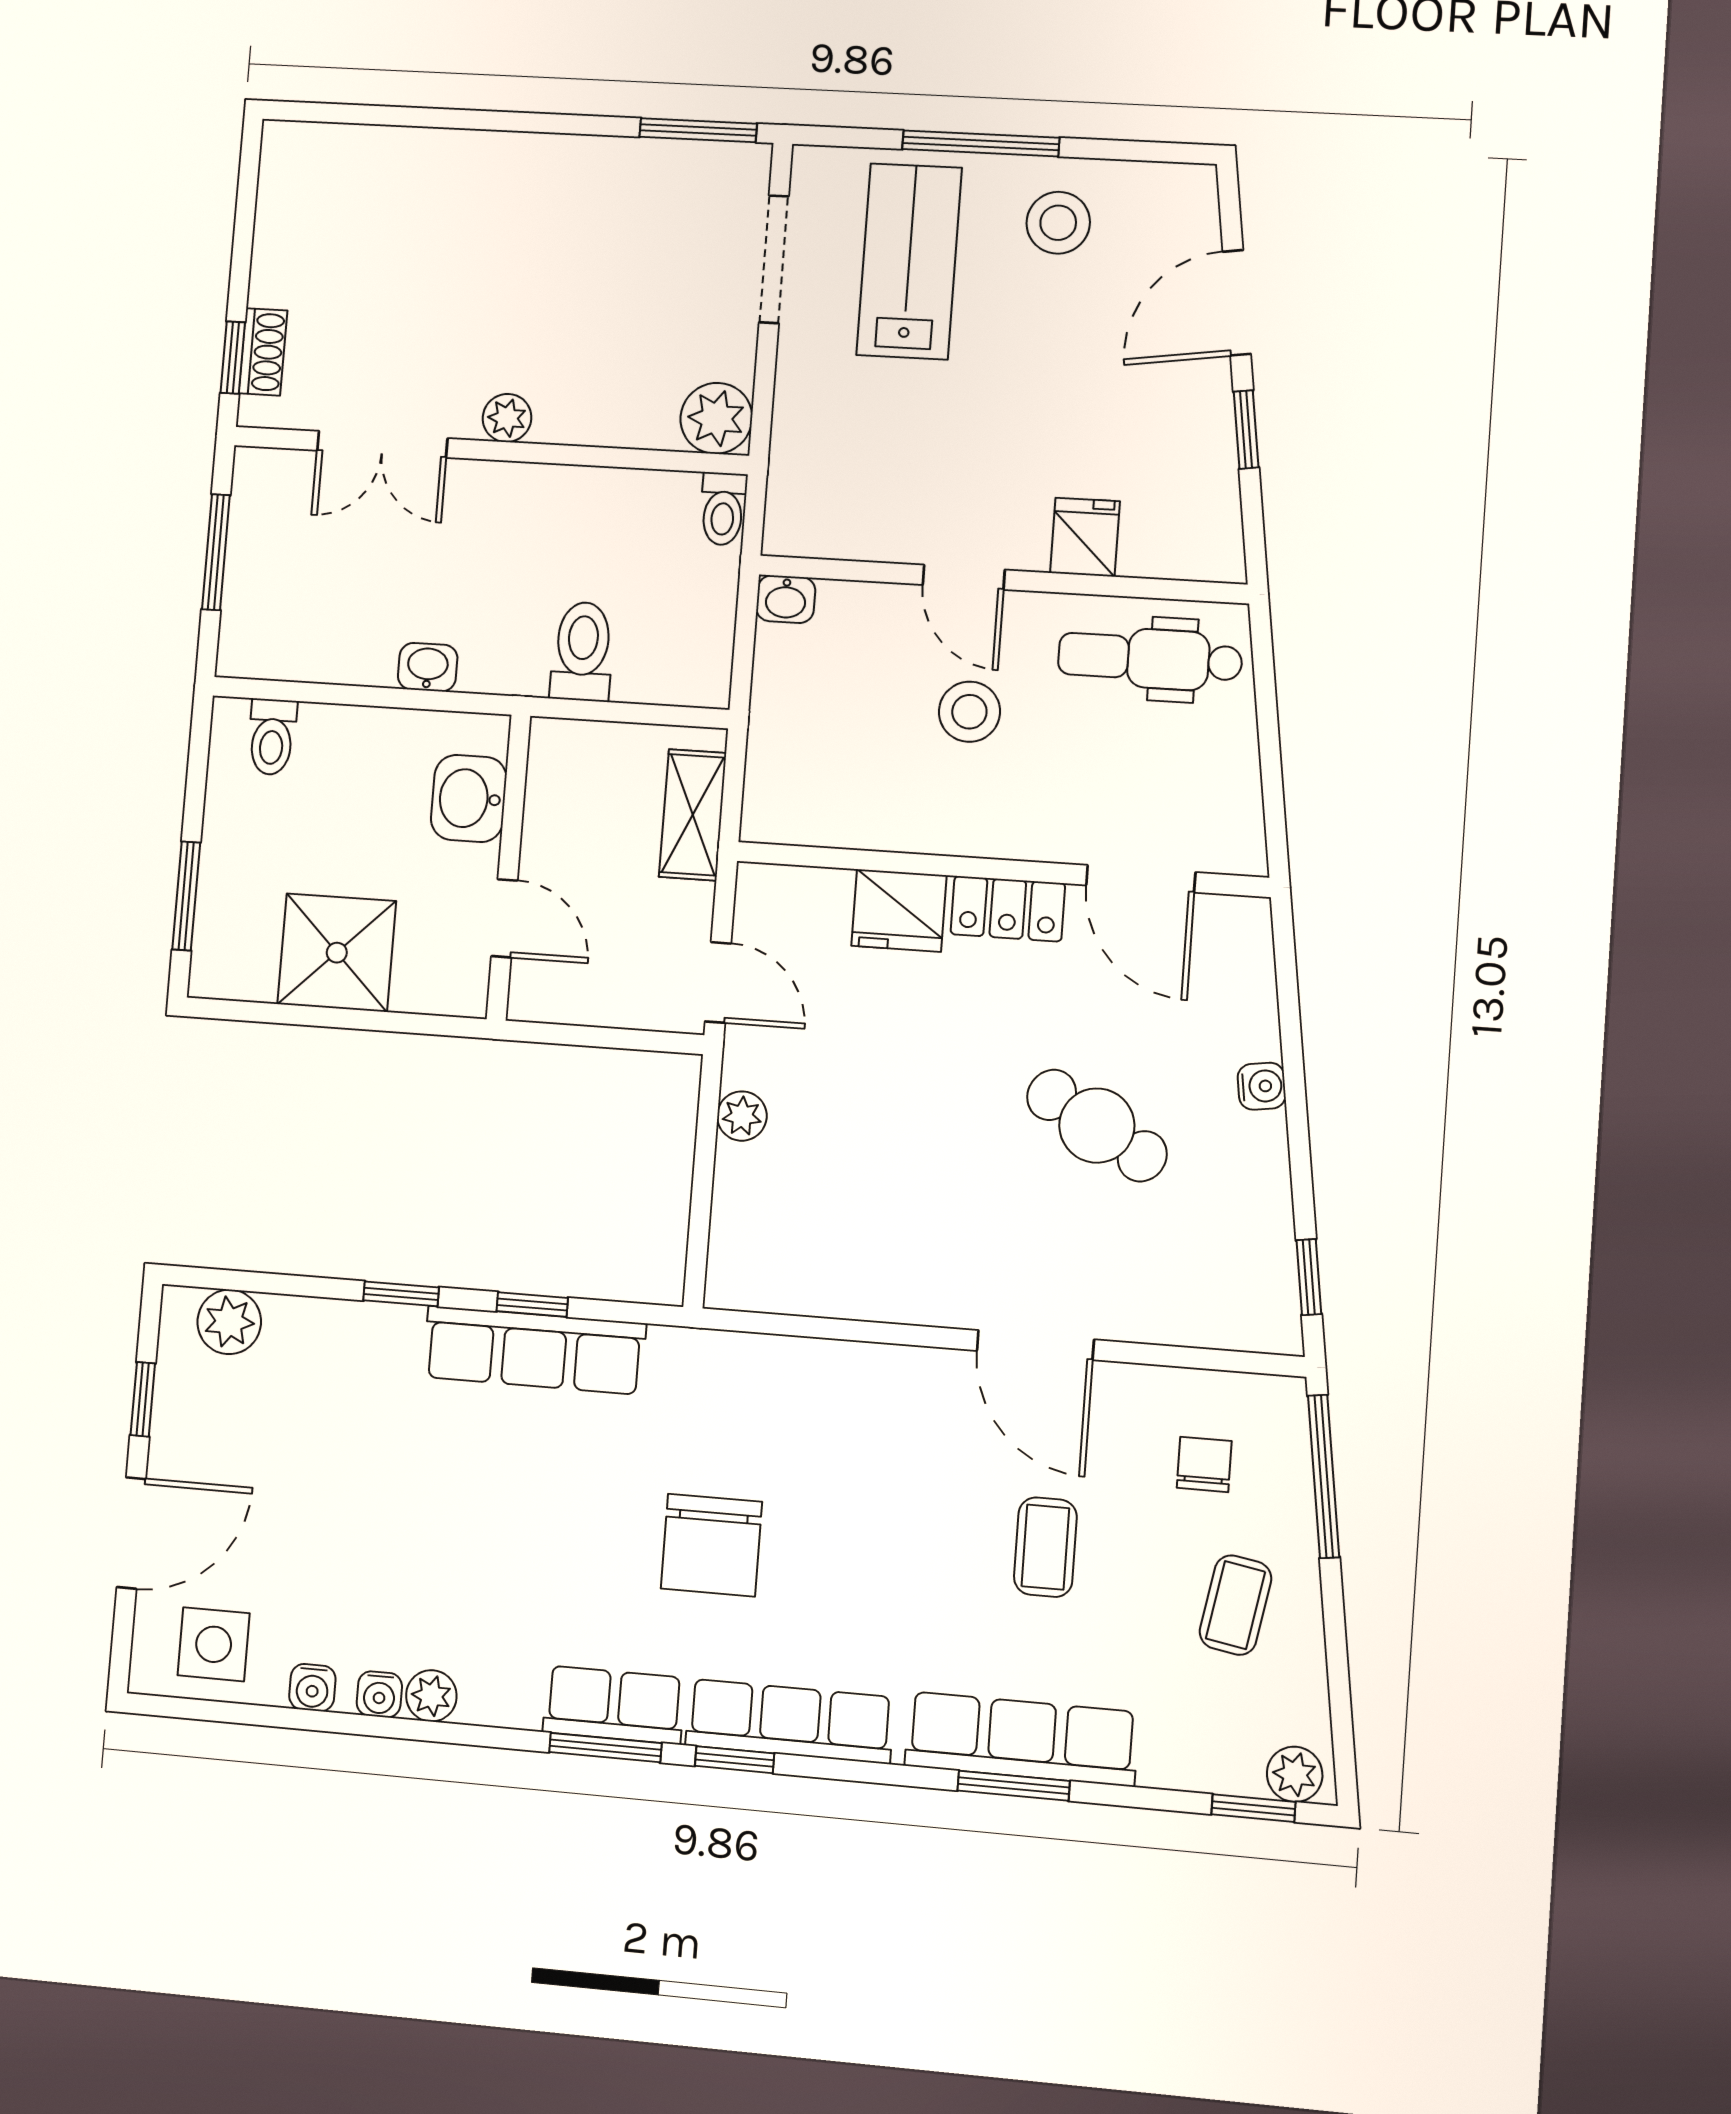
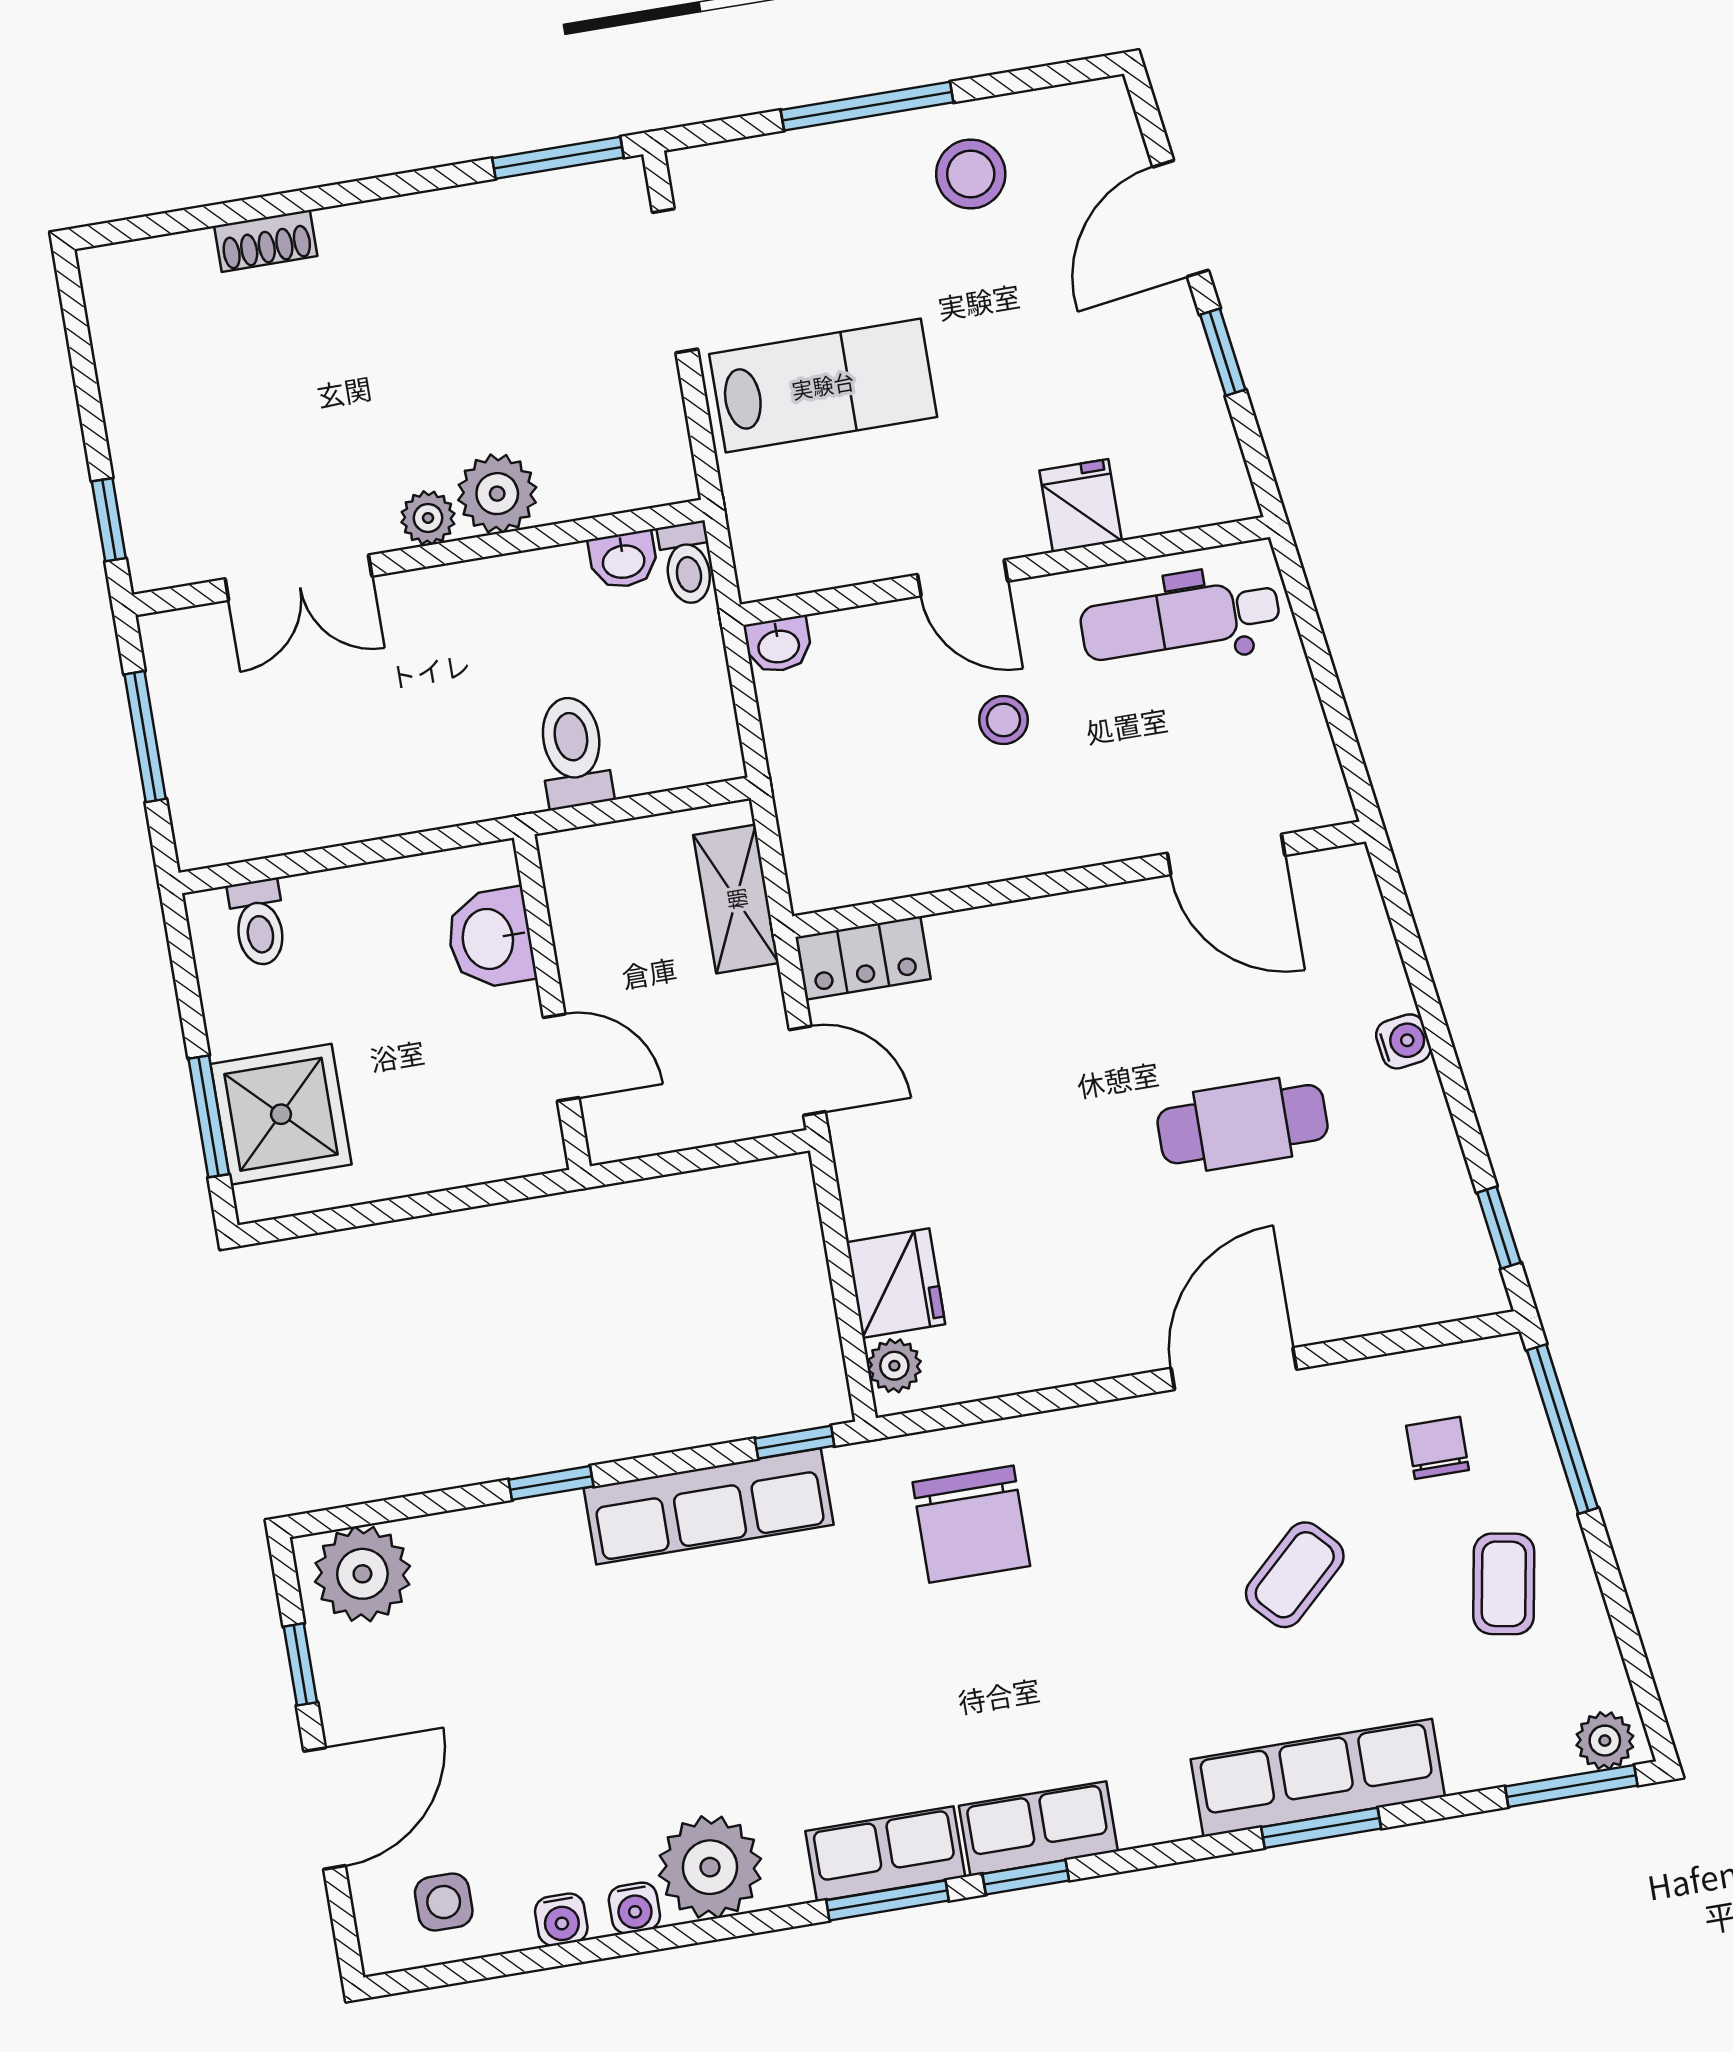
lab bench: (909, 261) -> (823, 385), moved, turned 90
shoe rack: (263, 352) -> (266, 241), moved, turned 90
plant: (716, 418) -> (497, 494), moved
washbasin: (428, 667) -> (623, 560), moved, turned 180
stool: (969, 712) -> (1003, 720), width x0.73, depth x0.73
locker: (1008, 909) -> (863, 958), moved
fridge: (899, 910) -> (896, 1283), moved, turned -90
shower: (337, 953) -> (281, 1114), moved
plant: (742, 1116) -> (894, 1366), moved
cafe table: (1097, 1126) -> (1243, 1124), turned -30
window: (532, 1304) -> (795, 1442), moved
plant: (229, 1322) -> (362, 1574), width x1.36, depth x1.36
door: (1035, 1345) -> (1234, 1369), swing flipped
chair: (711, 1545) -> (971, 1524), moved
coffee table: (1045, 1547) -> (1295, 1575), turned 47
side table: (214, 1644) -> (444, 1902), width x0.73, depth x0.73
plant: (431, 1696) -> (710, 1867), width x1.88, depth x1.88
row of seats: (790, 1721) -> (1038, 1829), width x0.68
window: (1253, 1808) -> (1571, 1786), width x1.50

